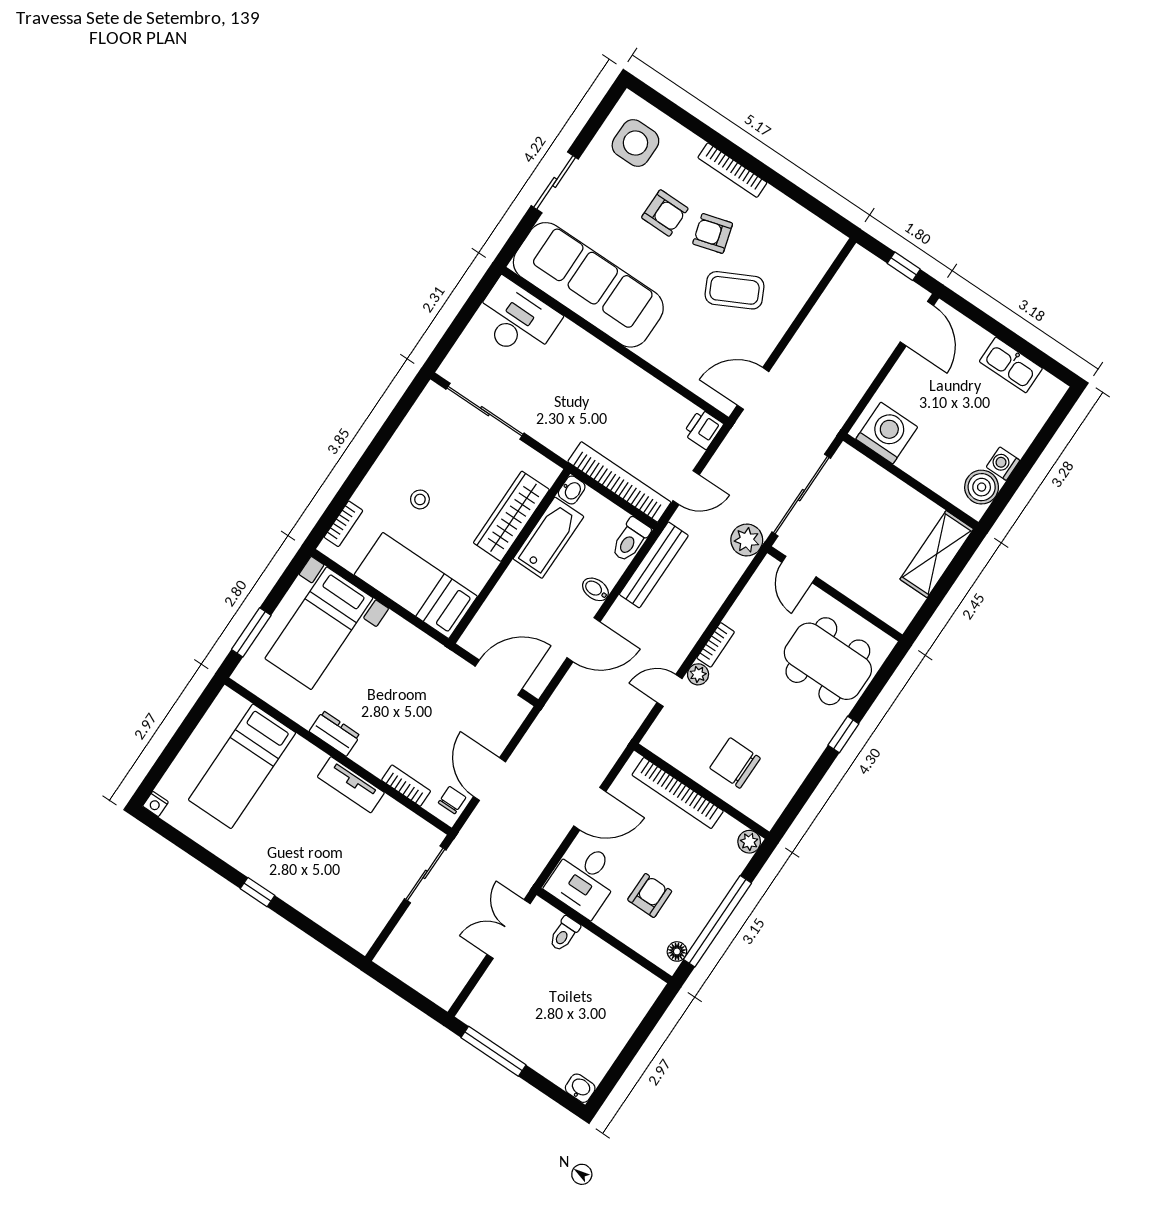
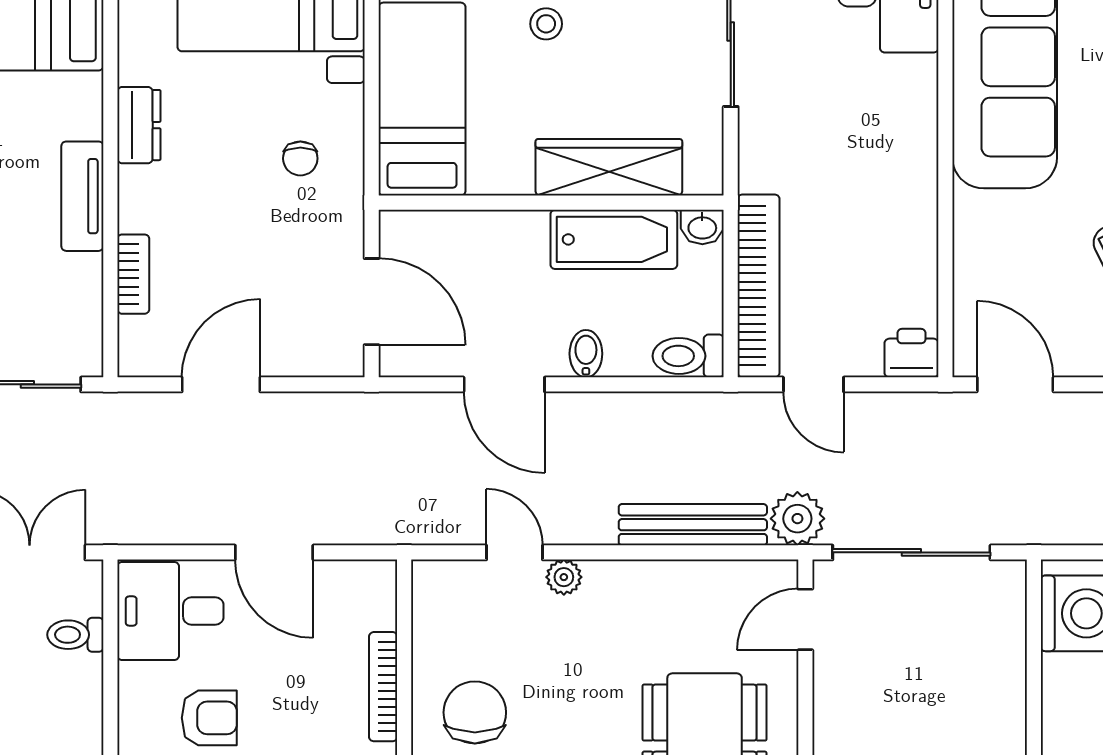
bench: (654, 565) -> (693, 525), moved
bookcase: (716, 645) -> (622, 574), removed
bookcase: (678, 793) -> (383, 687), width x0.68, depth x0.76
chair: (452, 800) -> (300, 158), moved, turned 90

